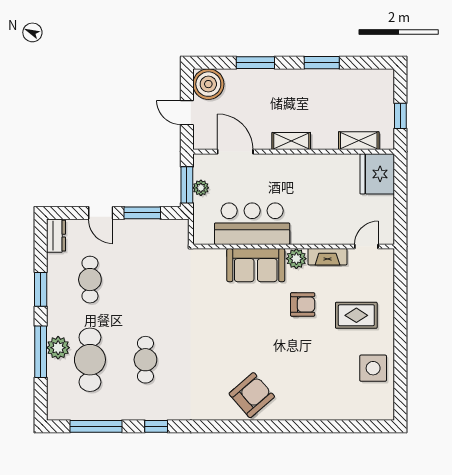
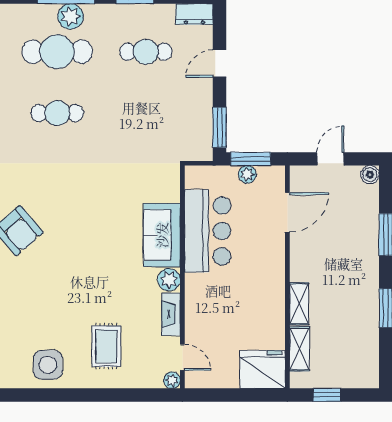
boiler: (208, 84) -> (370, 175), width x0.54, depth x0.54
shelving: (291, 141) -> (299, 304), moved
window: (142, 213) -> (220, 127), moved
plant: (387, 256) -> (172, 380), added
armchair: (303, 304) -> (118, 287), removed

